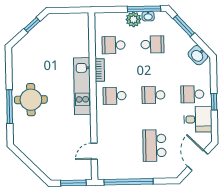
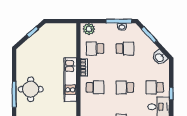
plant: (133, 19) -> (89, 29), moved
school desk: (115, 96) -> (95, 87), turned 180

